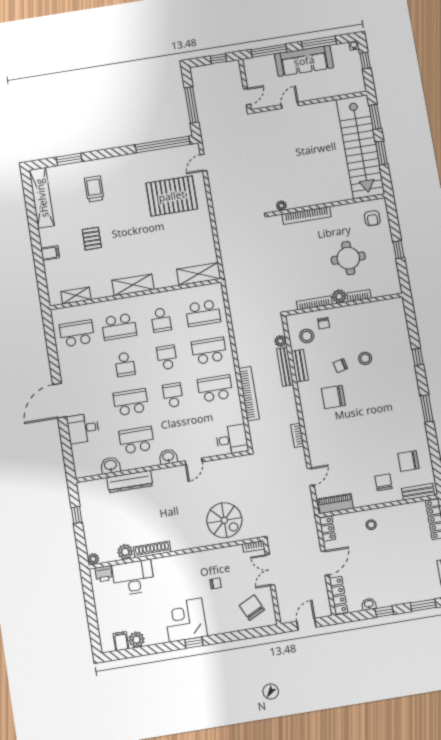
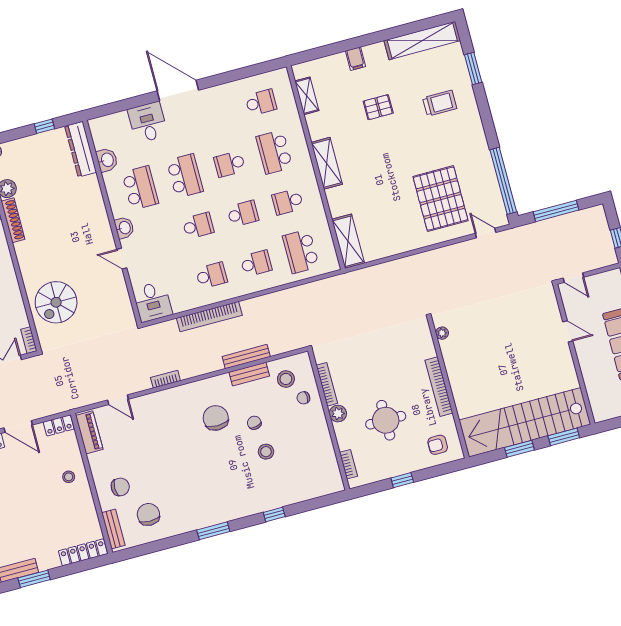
bookcase: (307, 215) -> (439, 387), moved
bookcase: (359, 296) -> (349, 464), moved
school desk: (77, 333) -> (261, 102), width x0.54
plant: (280, 341) -> (277, 348), removed
school desk: (209, 351) -> (256, 263), width x0.54
school desk: (215, 388) -> (211, 275), width x0.54
dresser: (130, 482) -> (81, 149), moved

